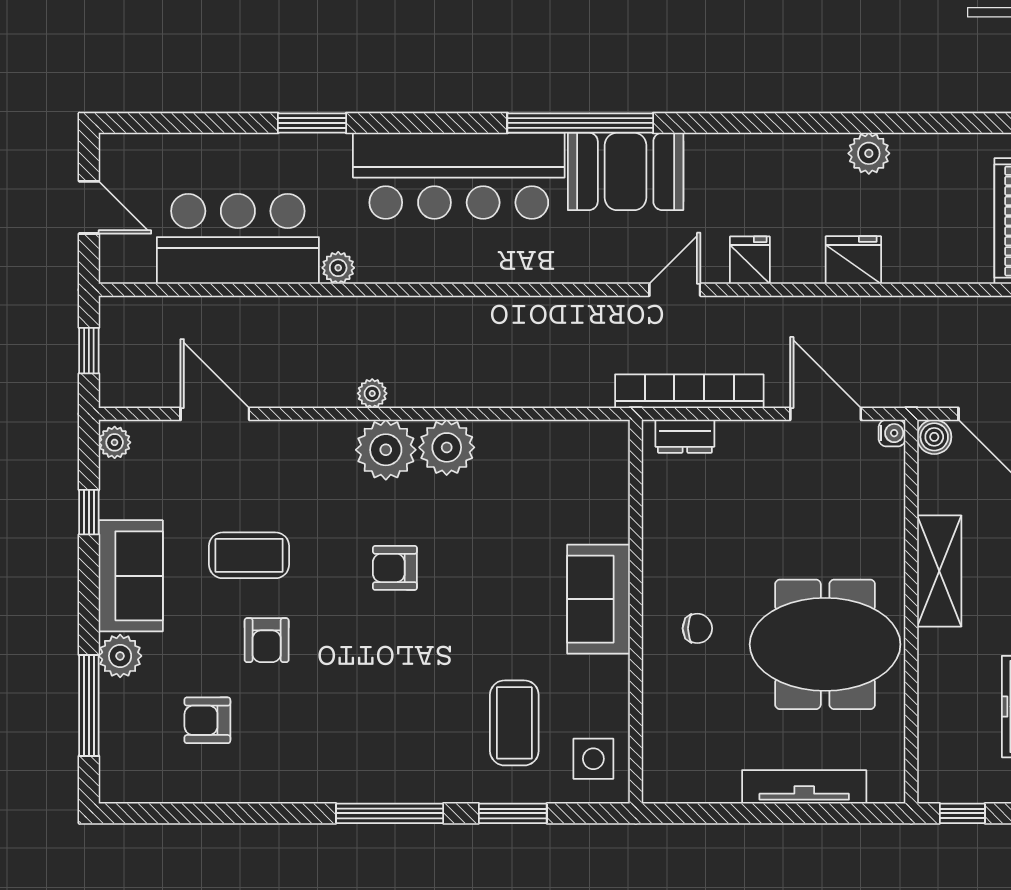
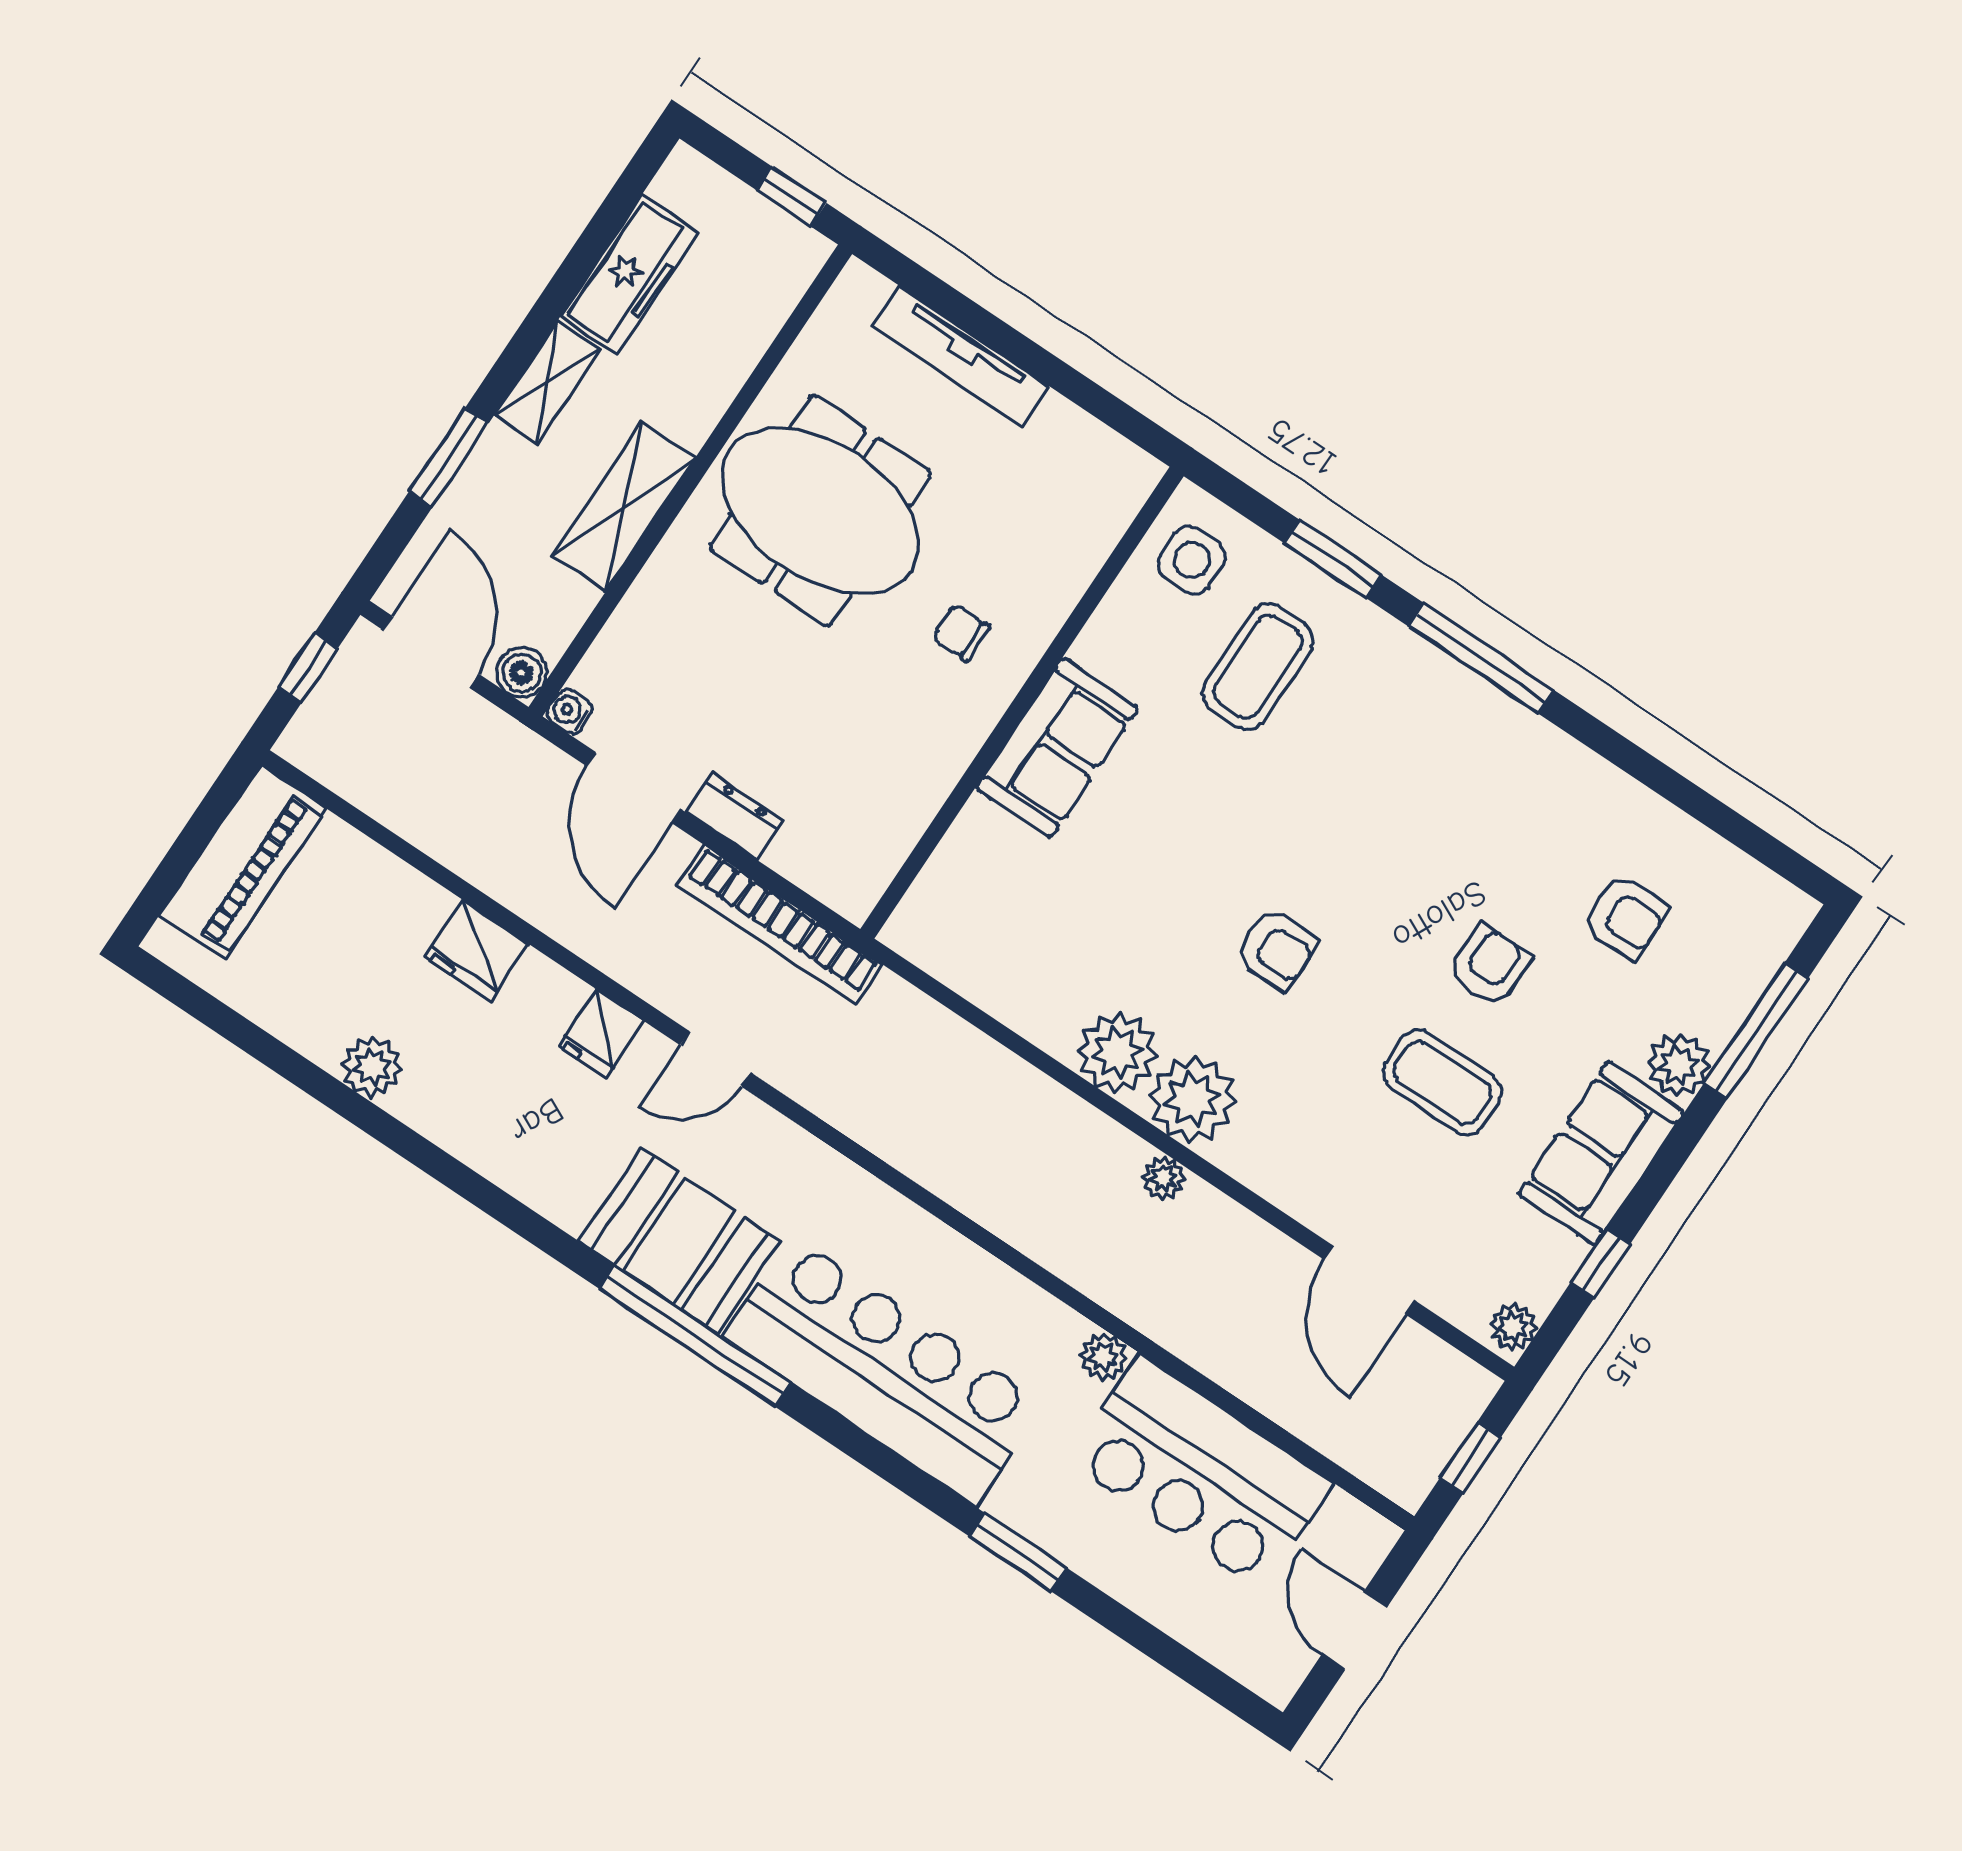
dresser: (685, 436) -> (735, 816), moved

